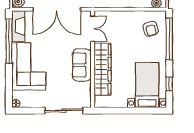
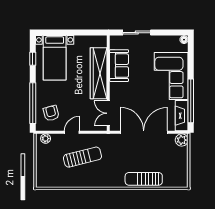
door: (130, 9) -> (72, 132), added
sofa: (82, 65) -> (119, 66), moved
sliding door: (64, 111) -> (137, 33), width x0.73

